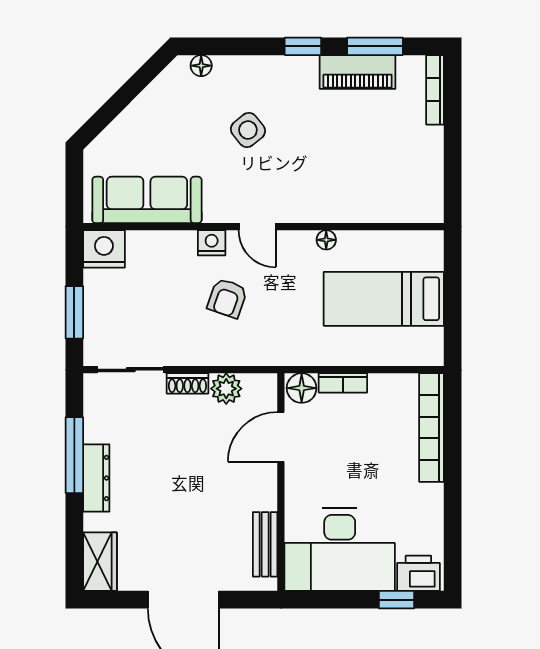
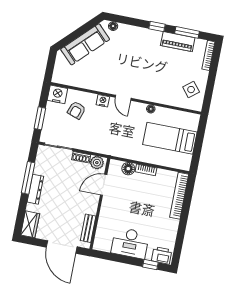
side table: (248, 130) -> (191, 90), moved
sofa: (147, 200) -> (85, 44), moved, turned 135
armchair: (227, 298) -> (76, 110), moved
door: (281, 437) -> (104, 185), moved
wall: (281, 482) -> (100, 204), moved
bench: (265, 544) -> (88, 228), moved
desk: (340, 550) -> (130, 243), width x0.73, depth x0.77

